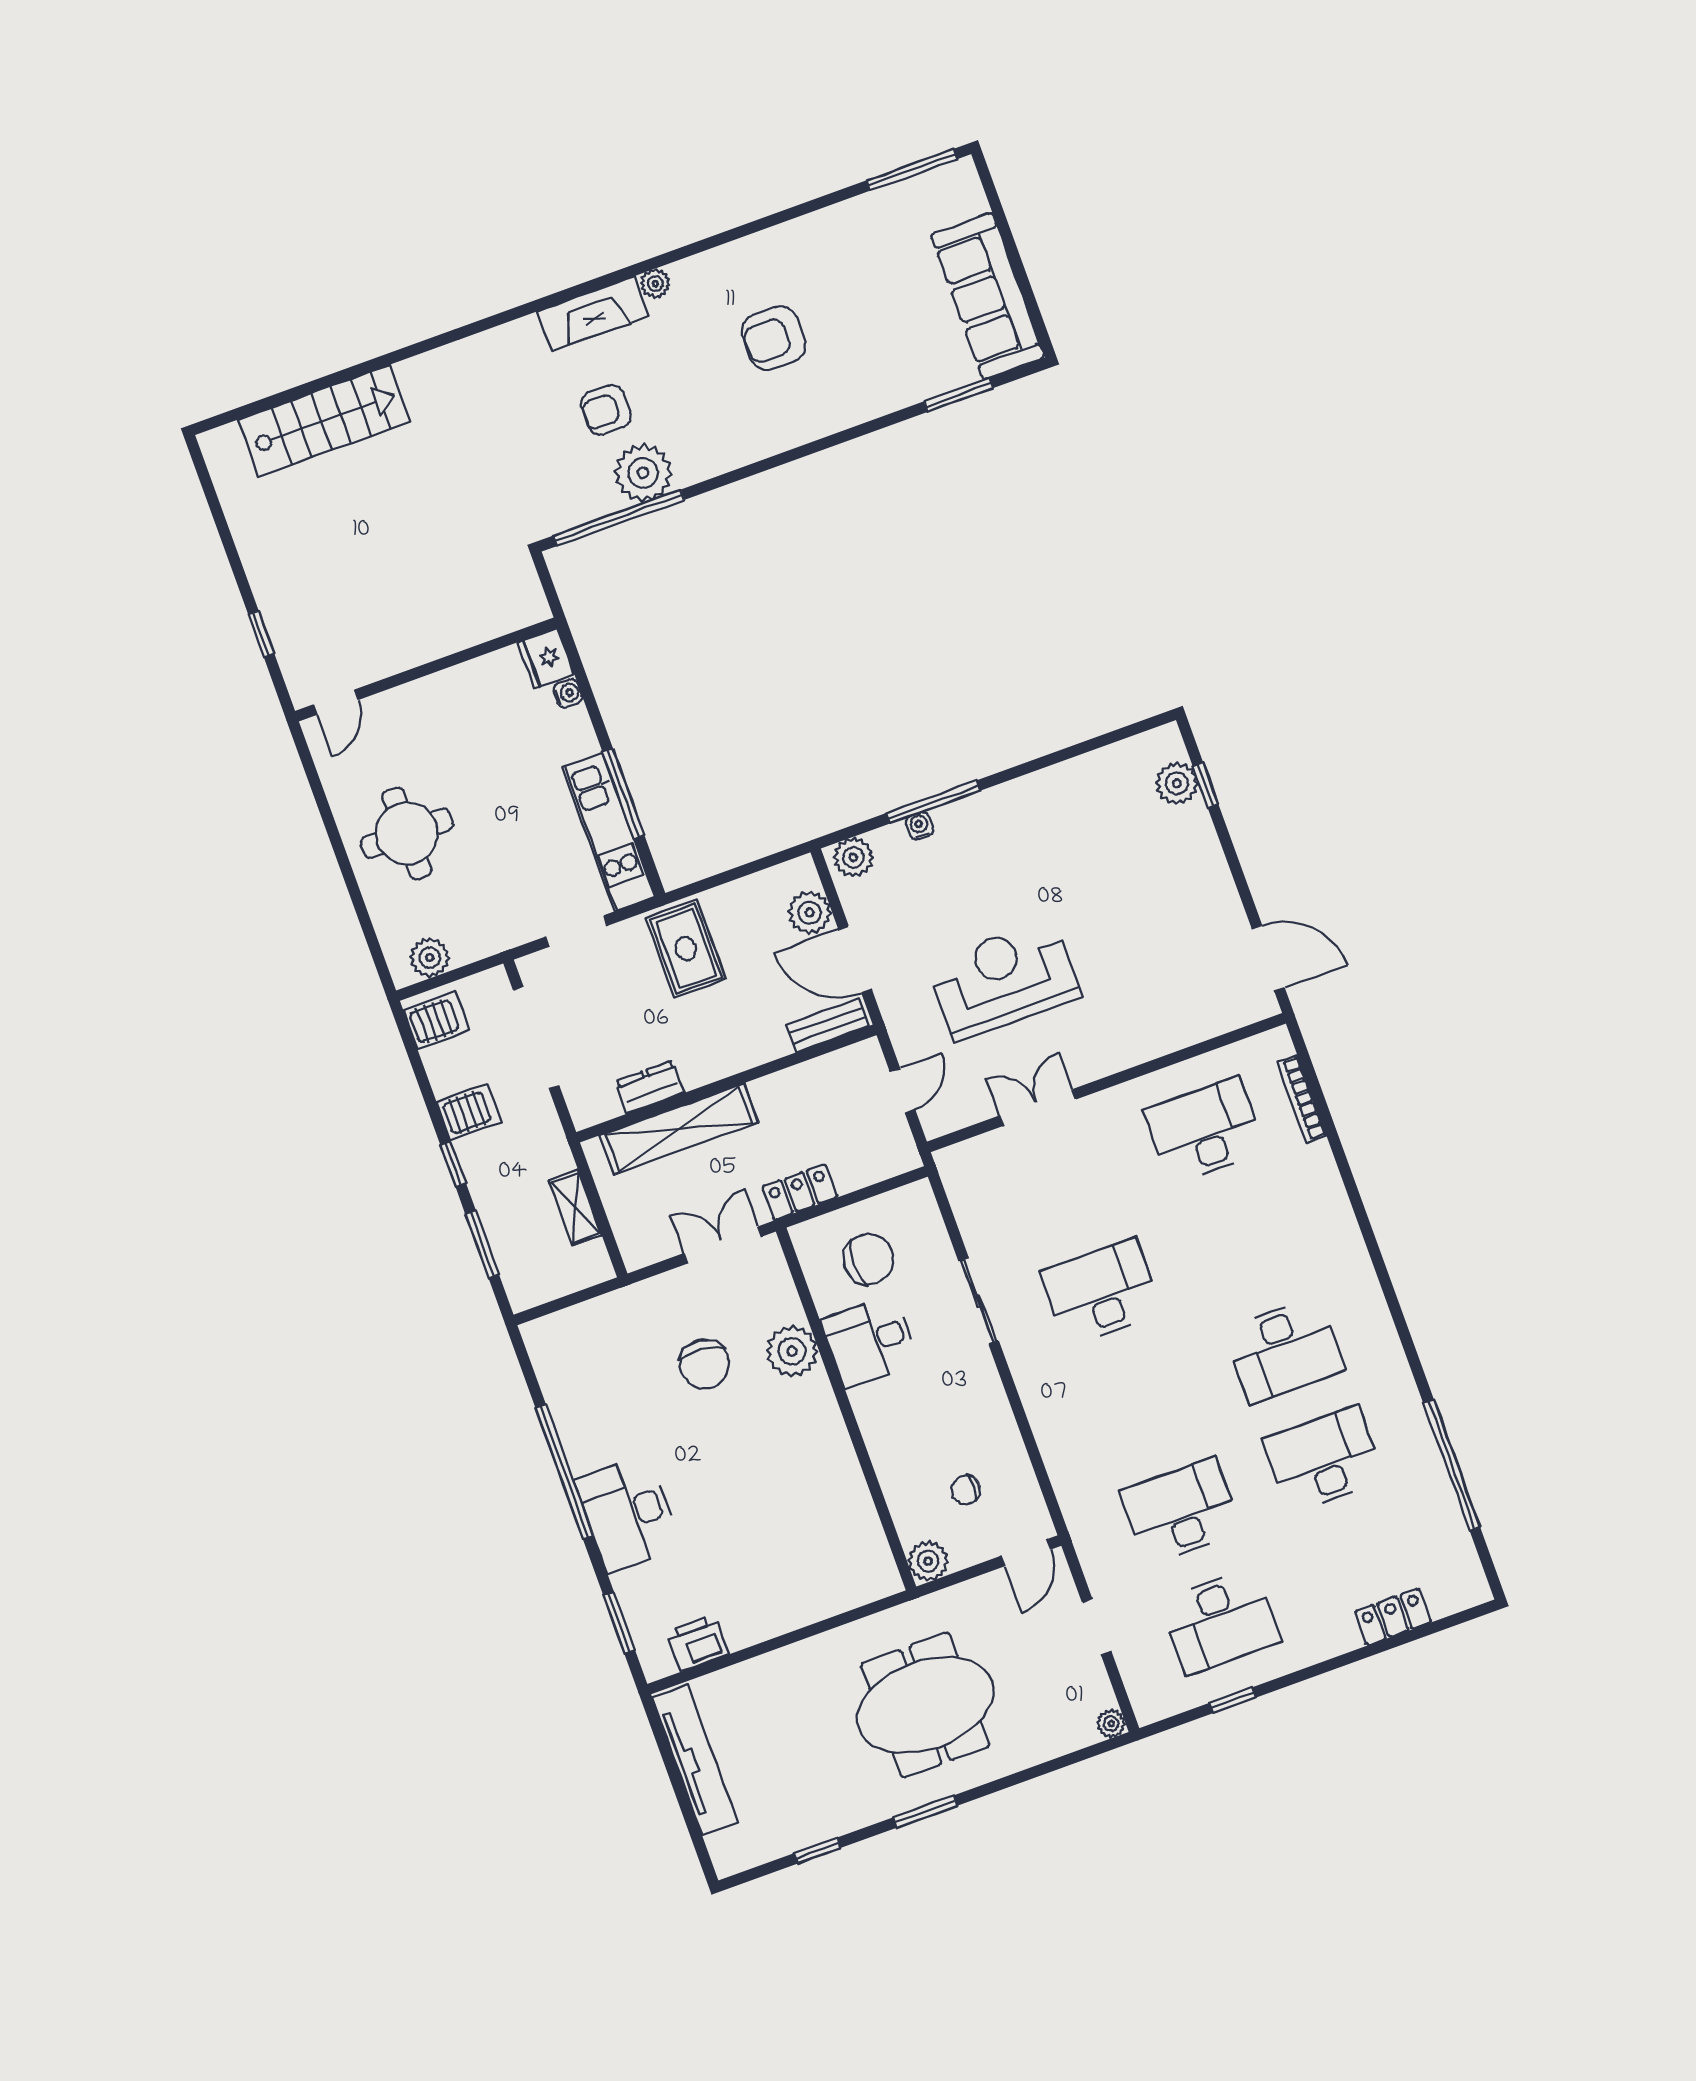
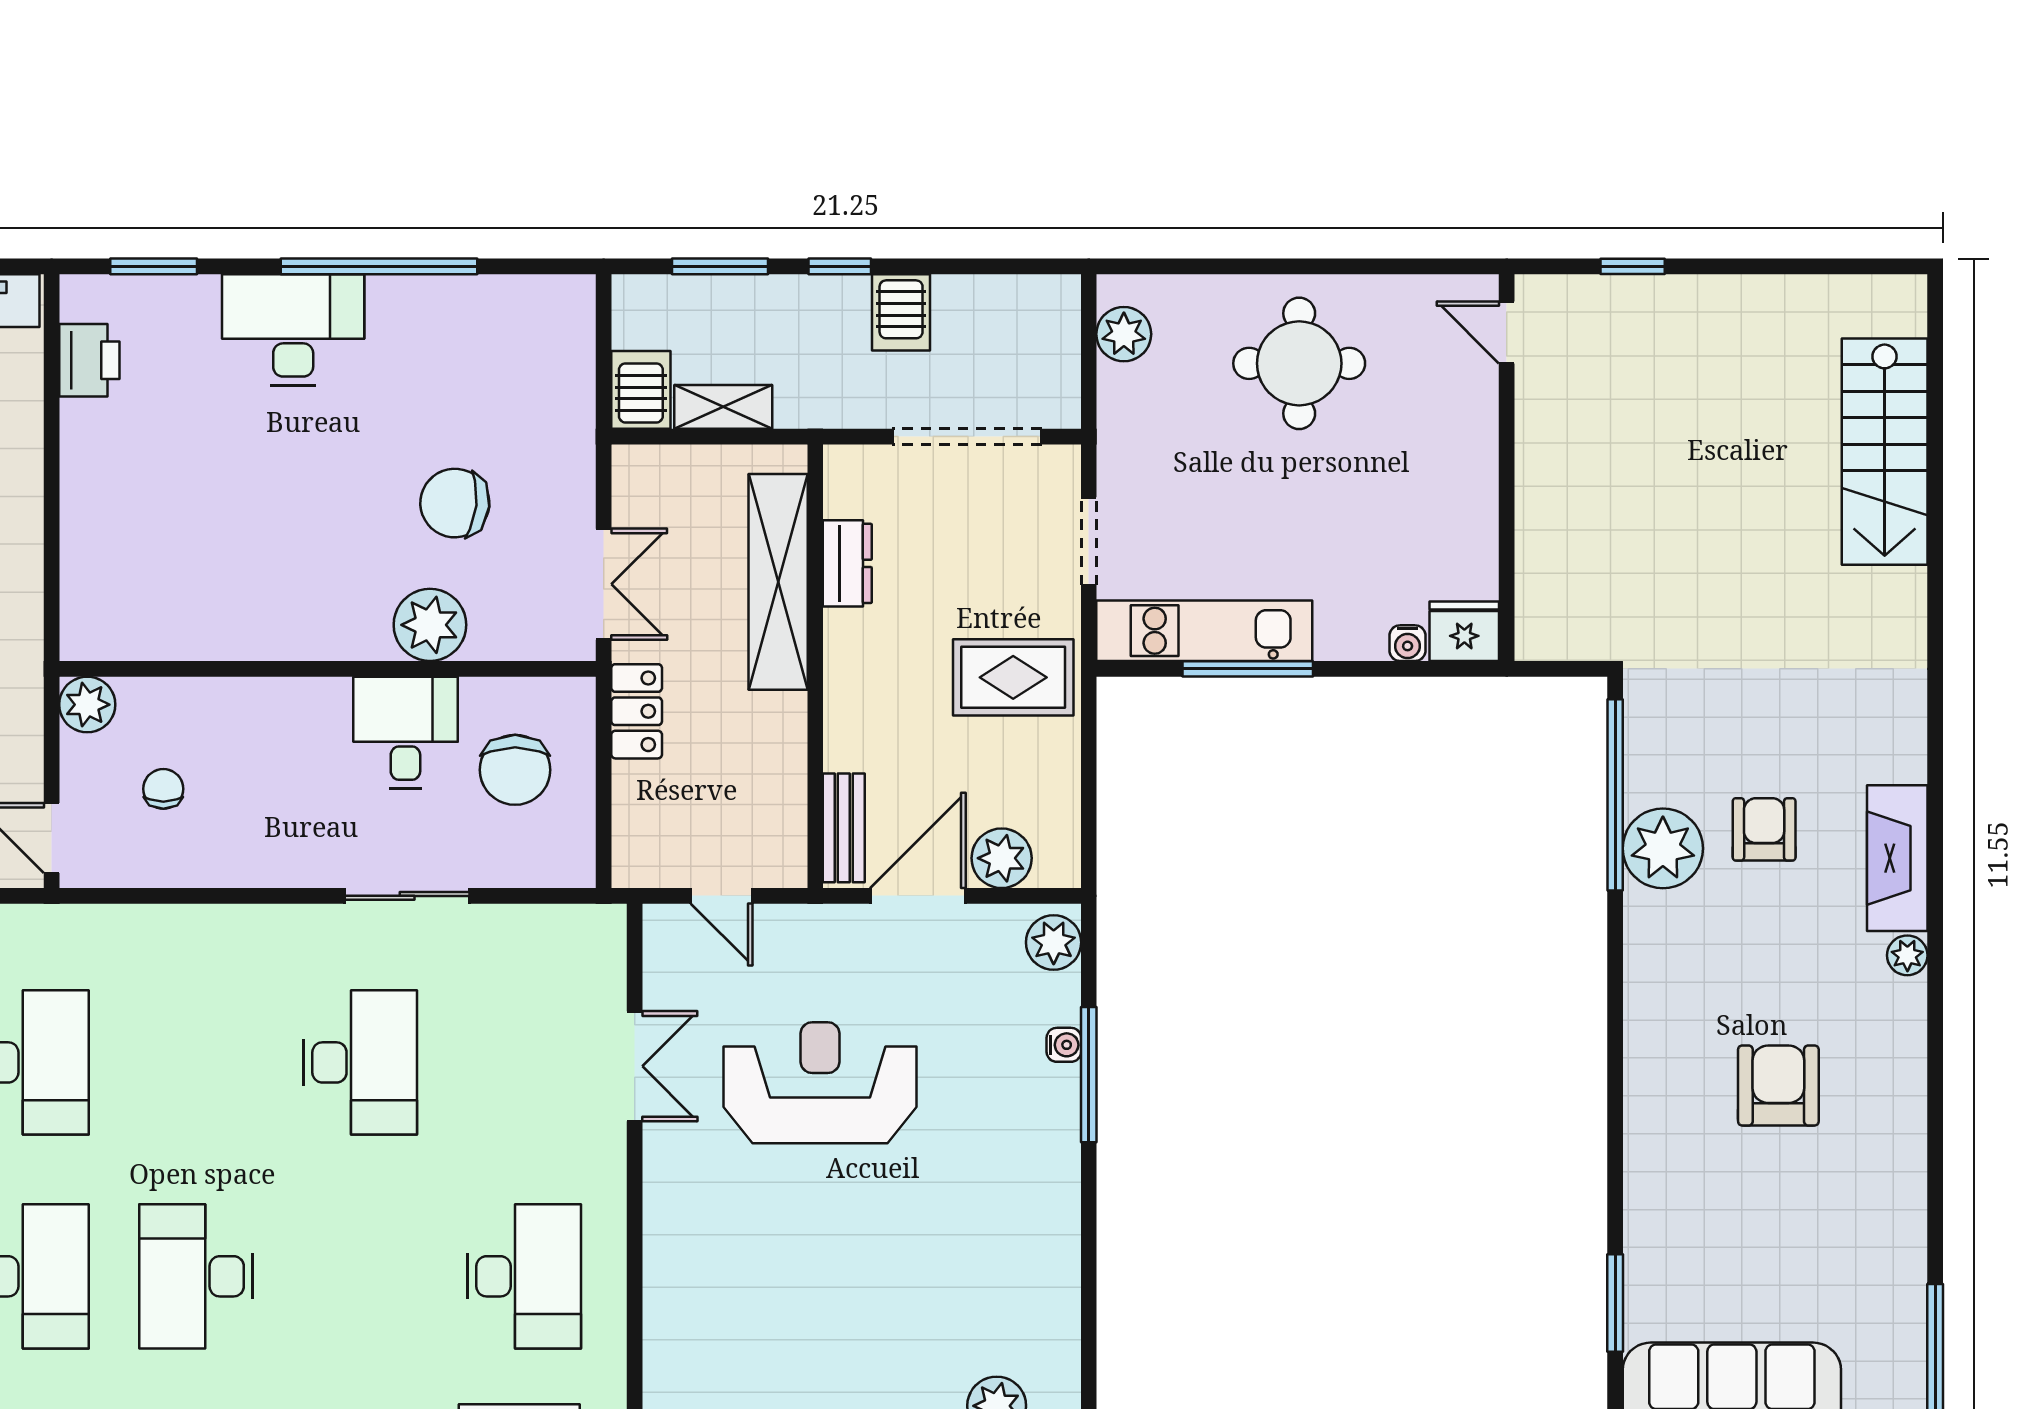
reception desk: (1004, 980) -> (820, 1083), turned -90
server rack: (436, 1020) -> (641, 390), moved, turned 180

